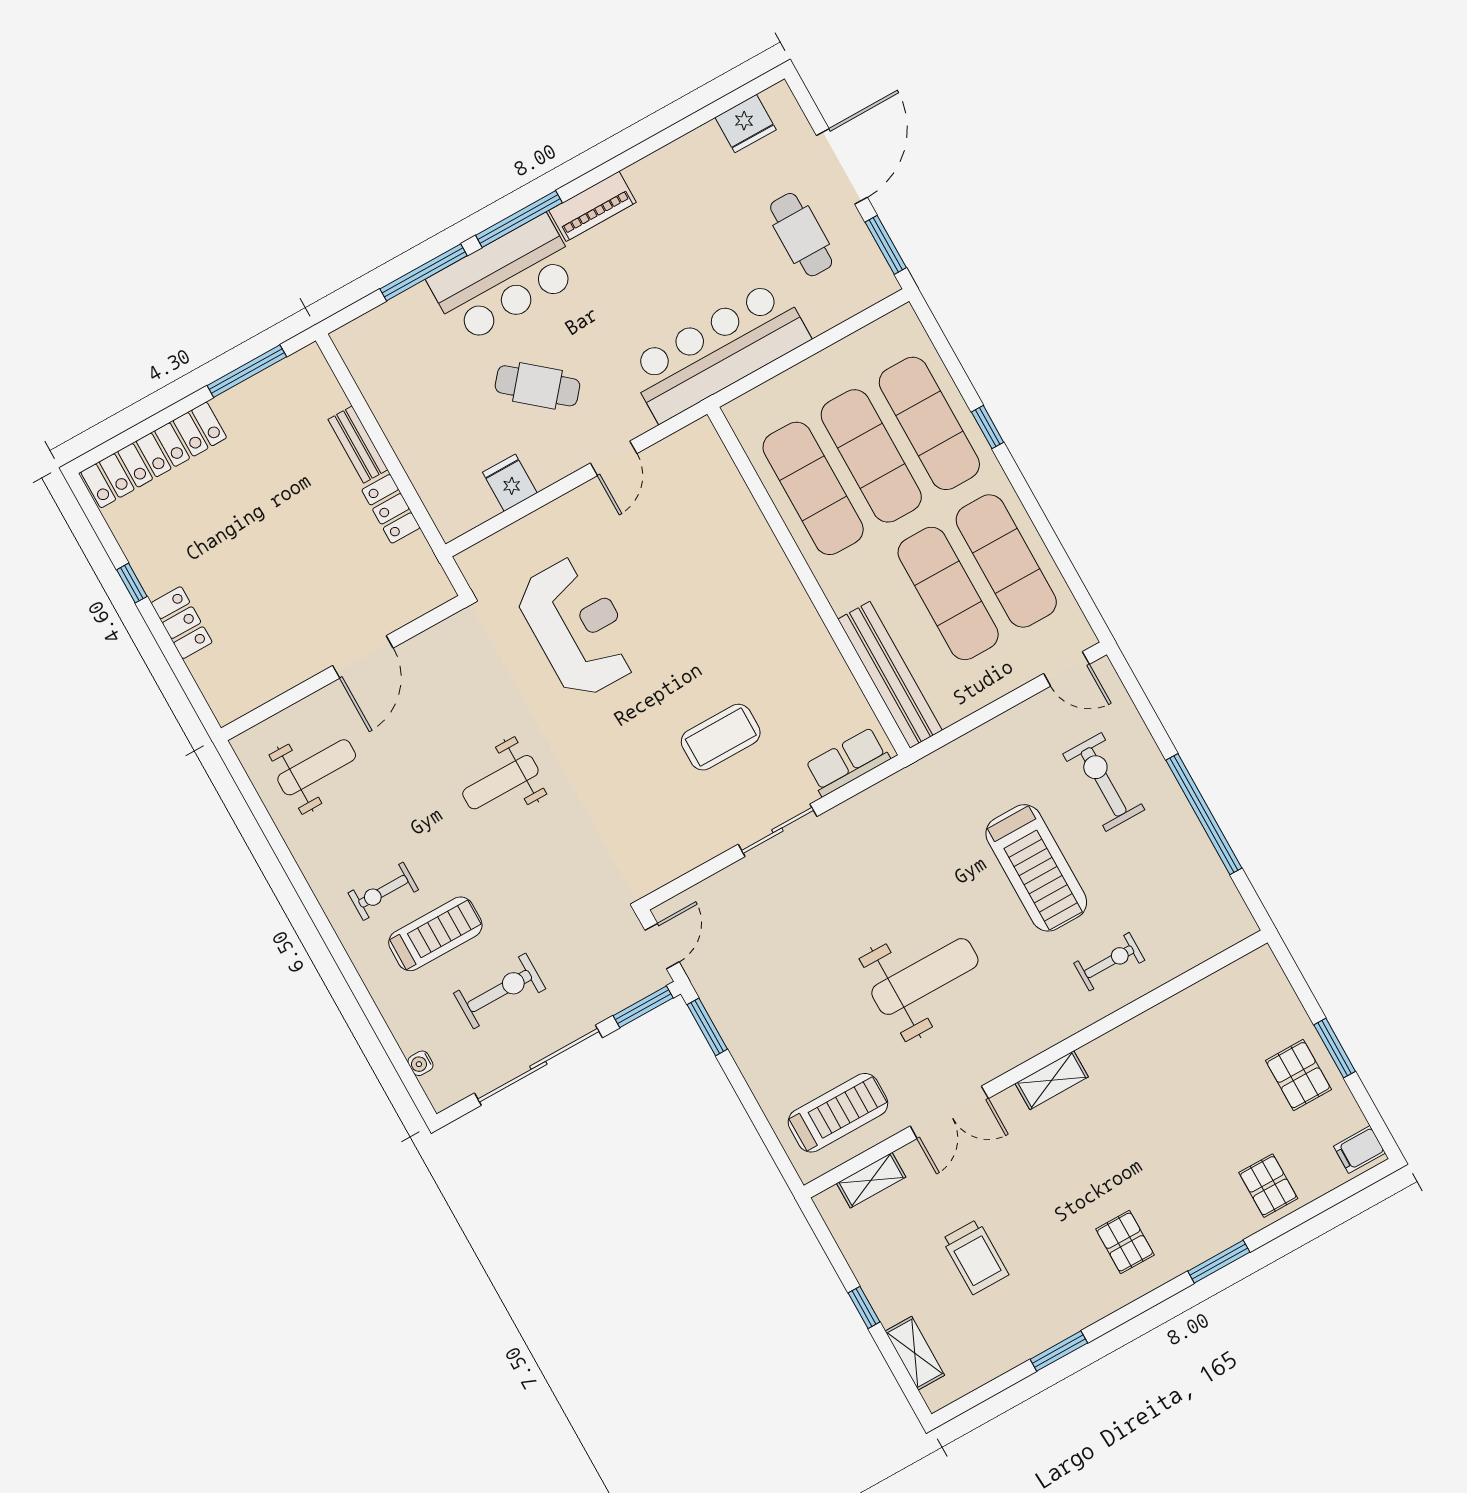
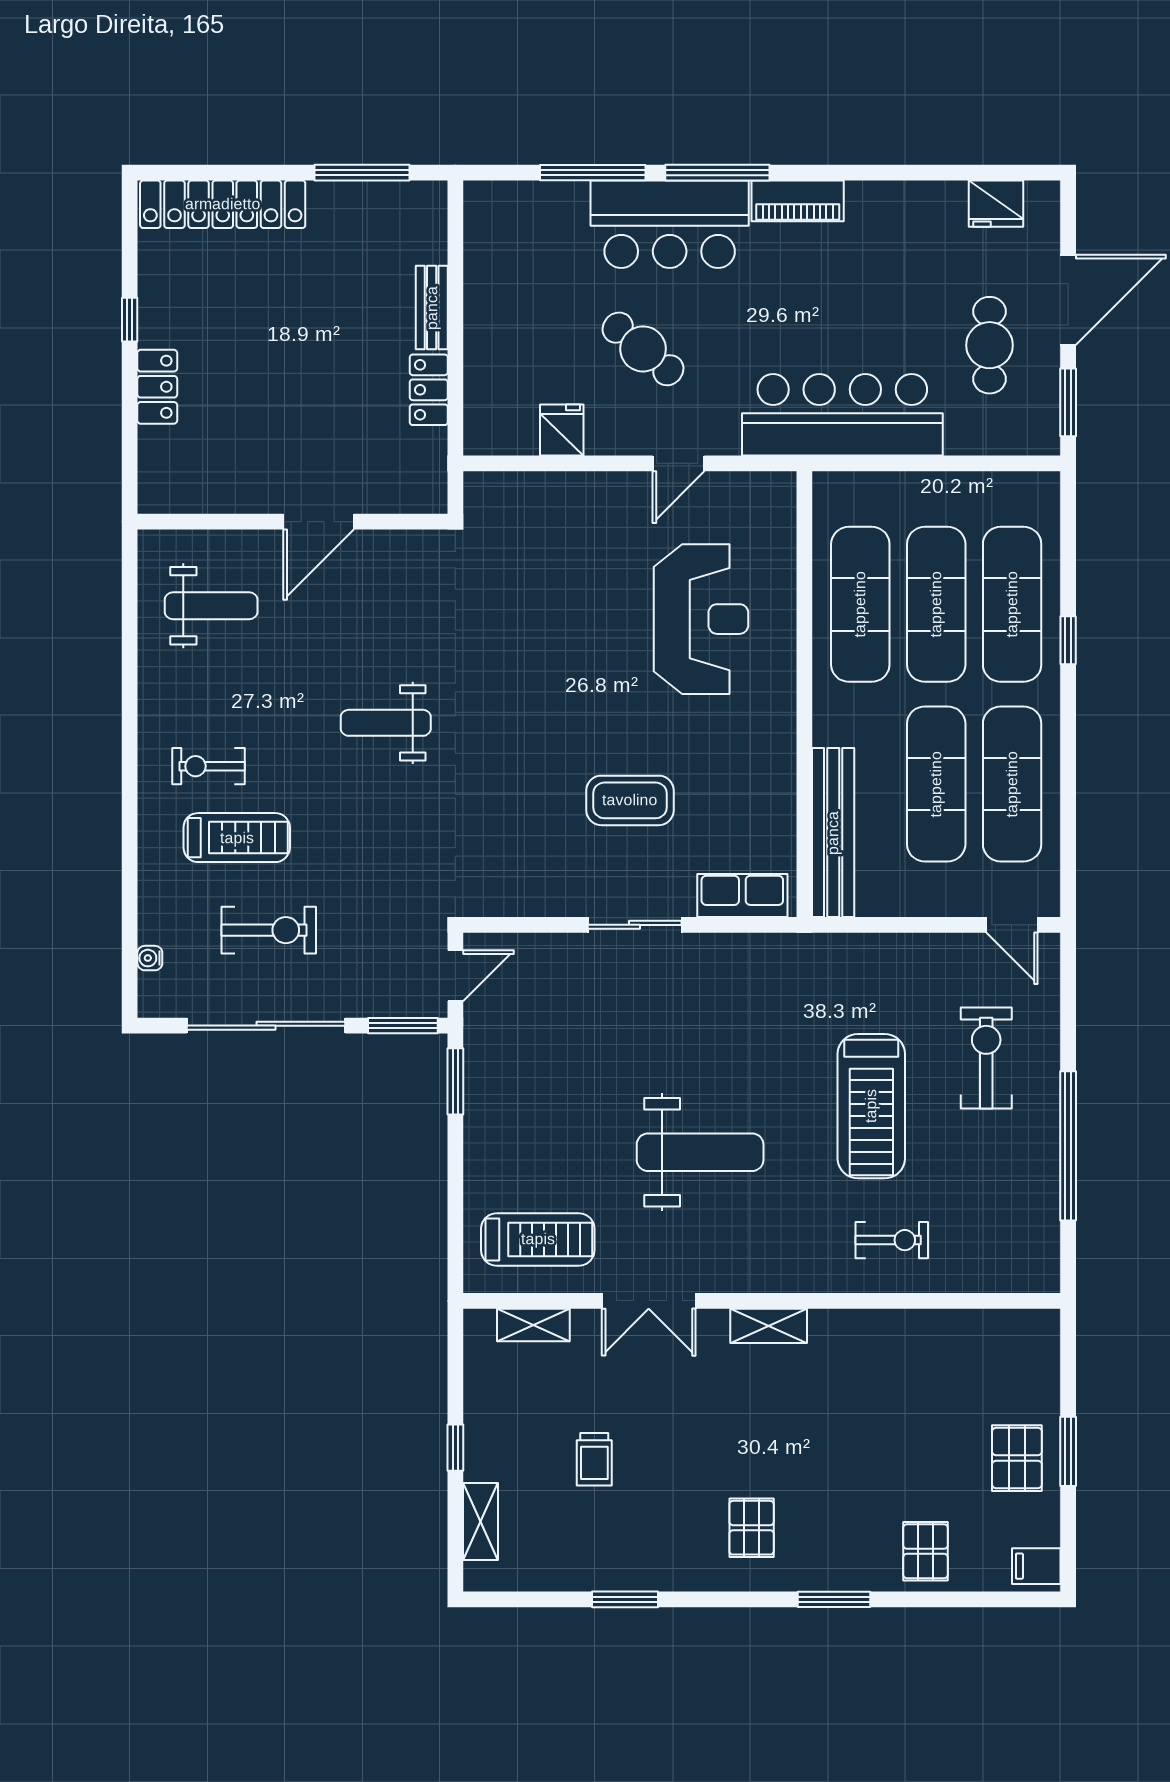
reception desk: (578, 627) -> (701, 619), moved
trolley: (975, 1257) -> (594, 1459), width x0.73, depth x0.72

